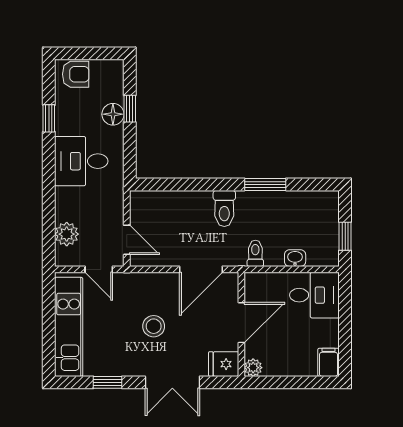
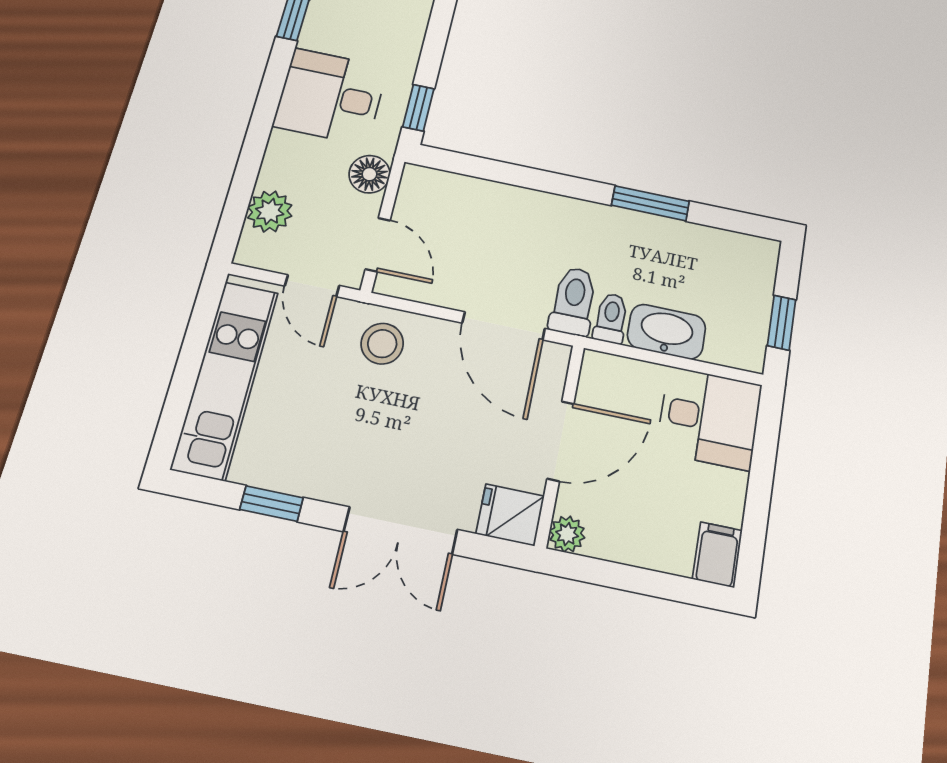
window: (130, 109) -> (418, 108), moved
floor lamp: (113, 114) -> (369, 174), moved
toilet: (224, 208) -> (573, 301), moved, turned 180
washbasin: (295, 258) -> (667, 332), width x1.91, depth x1.45
door: (201, 269) -> (504, 326), hinge flipped
stool: (154, 326) -> (382, 344), moved

